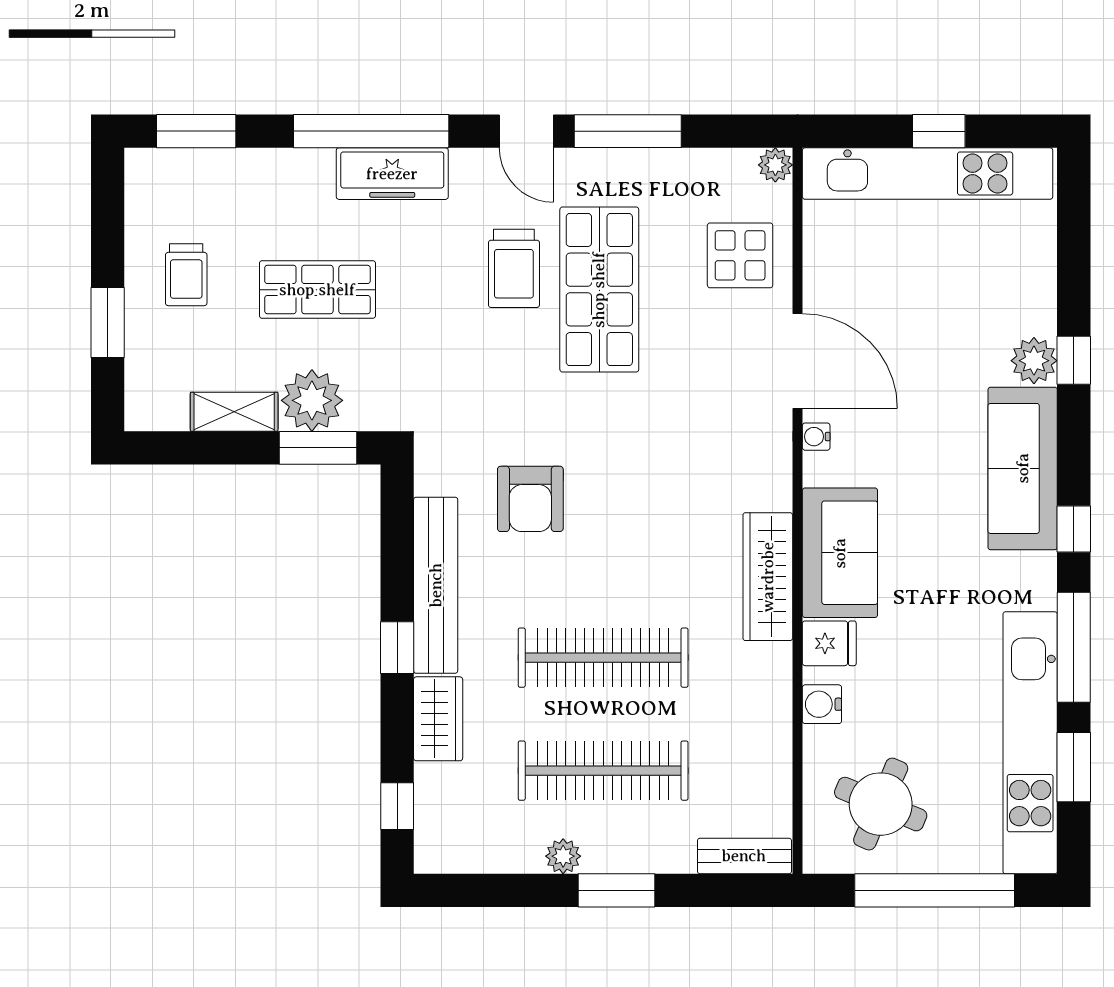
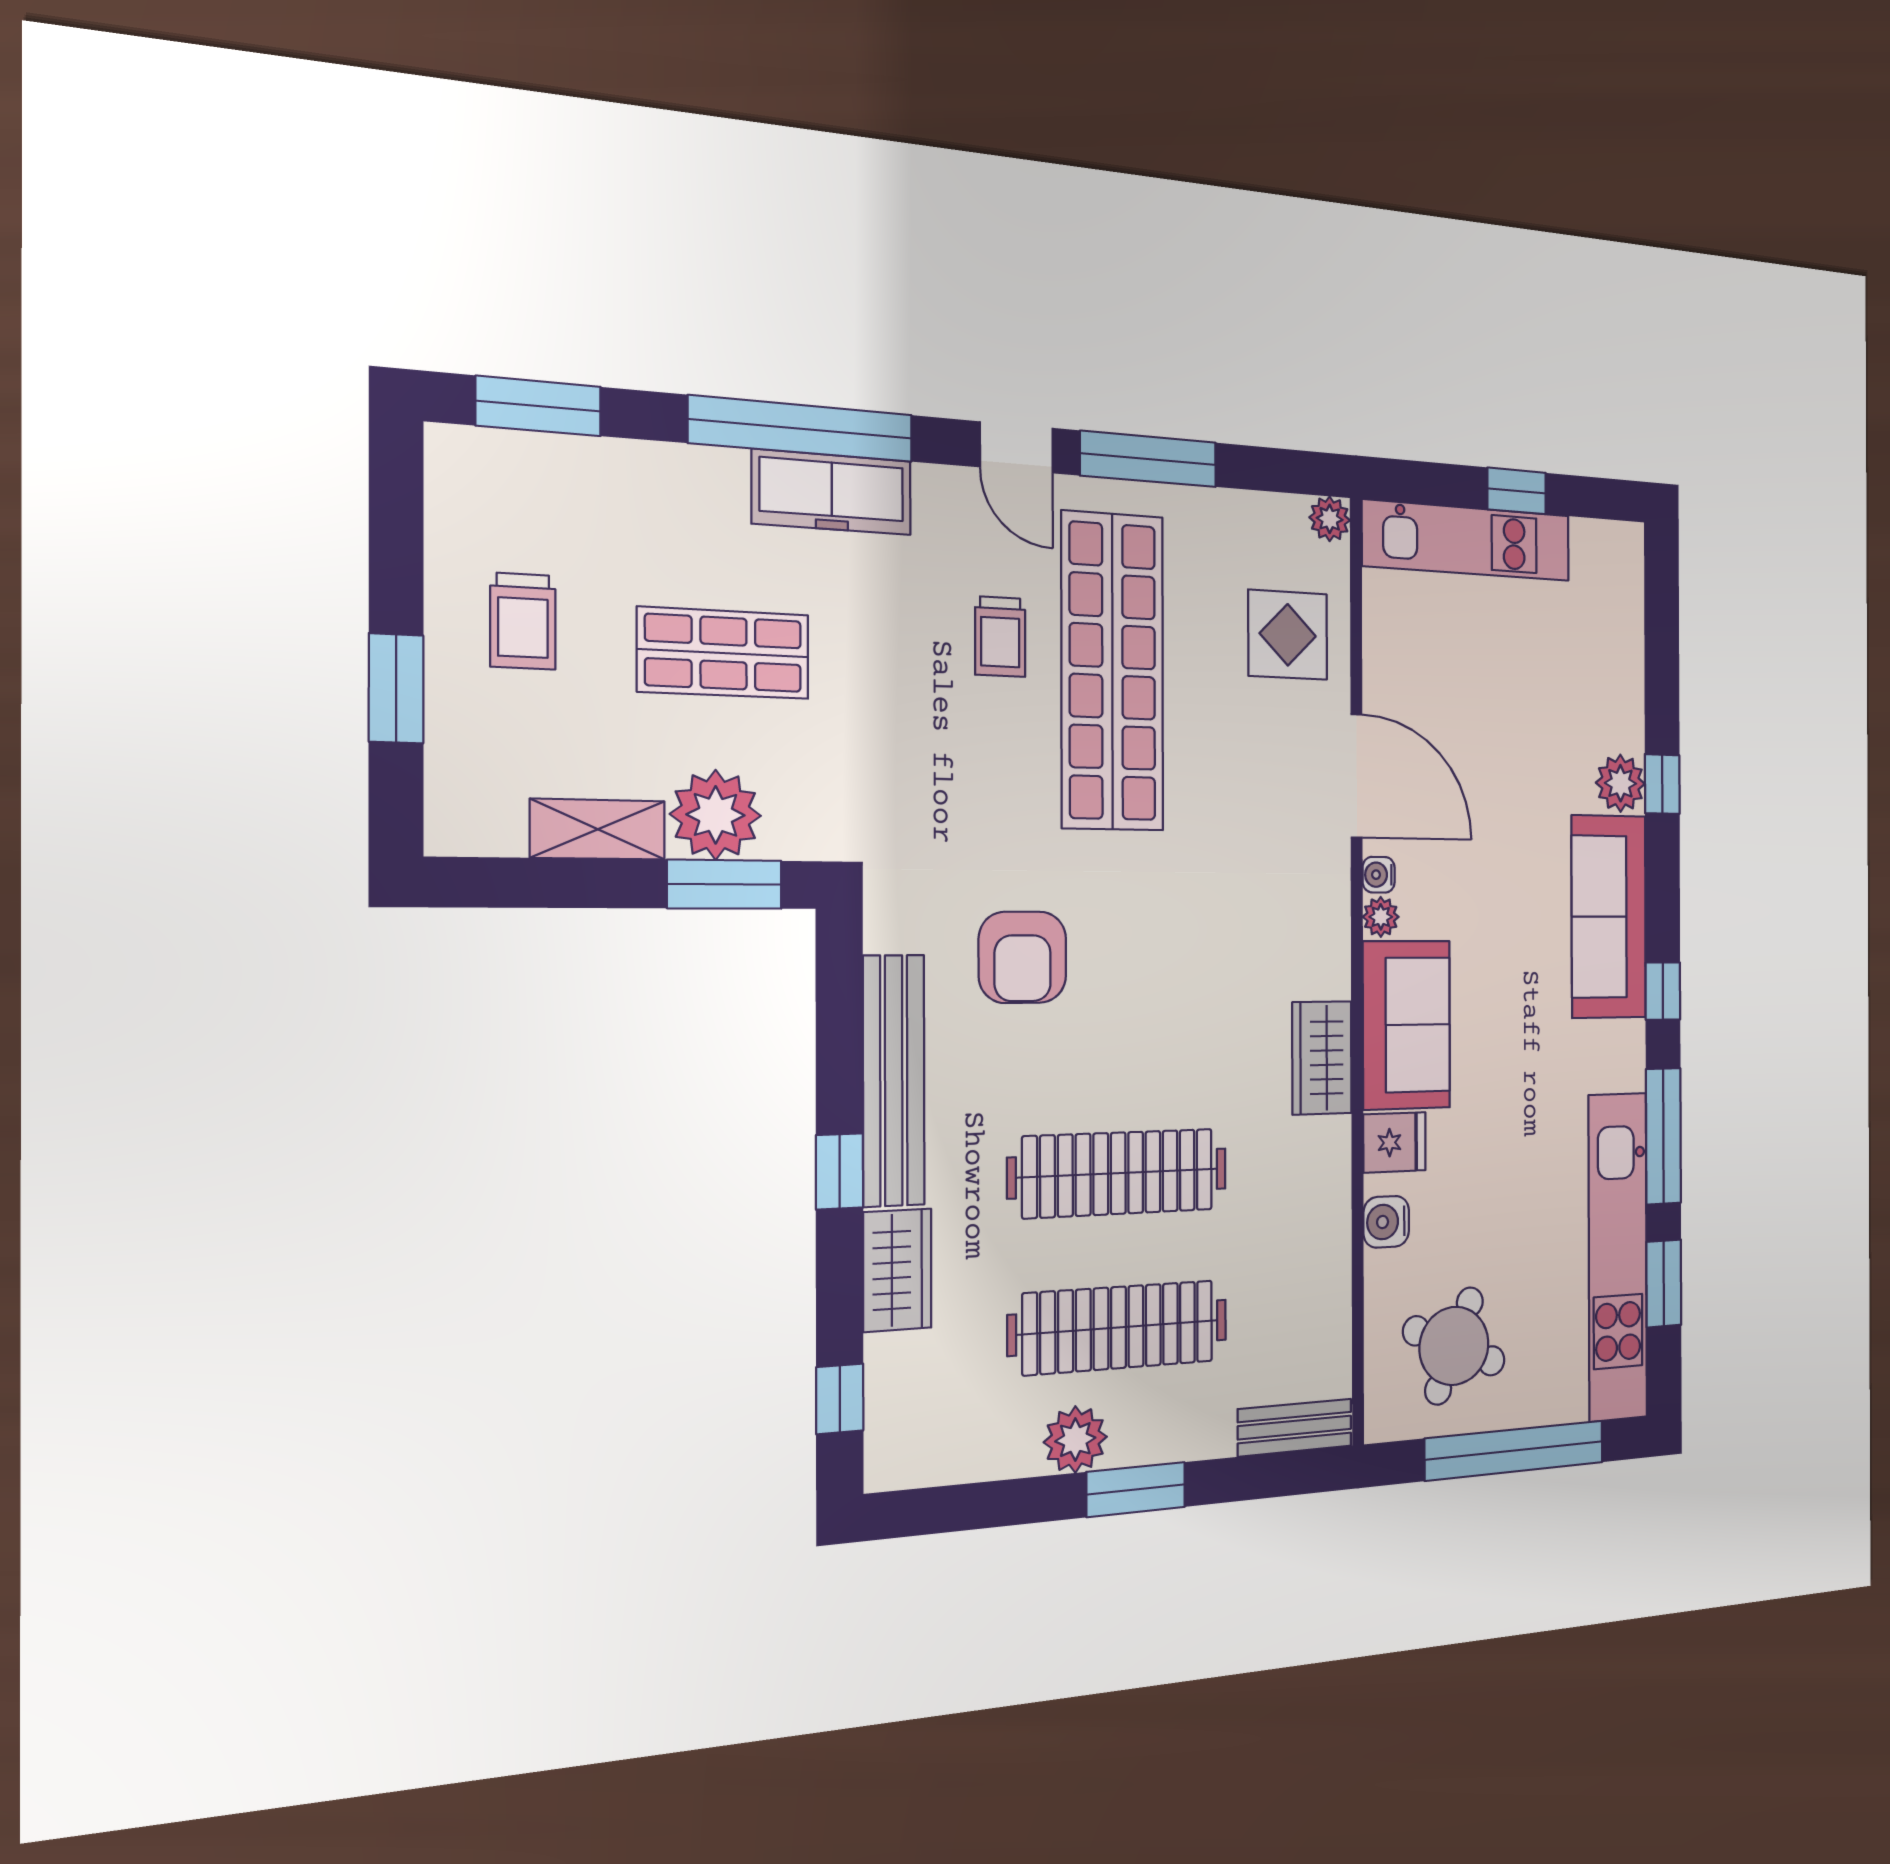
kitchen unit: (928, 174) -> (1467, 541), width x0.73
trolley: (514, 268) -> (1000, 637), width x0.73, depth x0.72
shop shelf: (599, 290) -> (1112, 671), width x1.40
plant: (818, 469) -> (1381, 917), added
wardrobe: (768, 577) -> (1322, 1058), width x0.67
plant: (563, 856) -> (1075, 1440), width x1.38, depth x1.38

